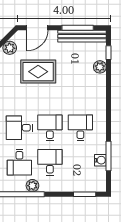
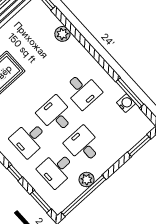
plant: (100, 67) -> (62, 34), moved
desk: (80, 128) -> (83, 90), turned 180
desk: (19, 162) -> (56, 169), turned 90

